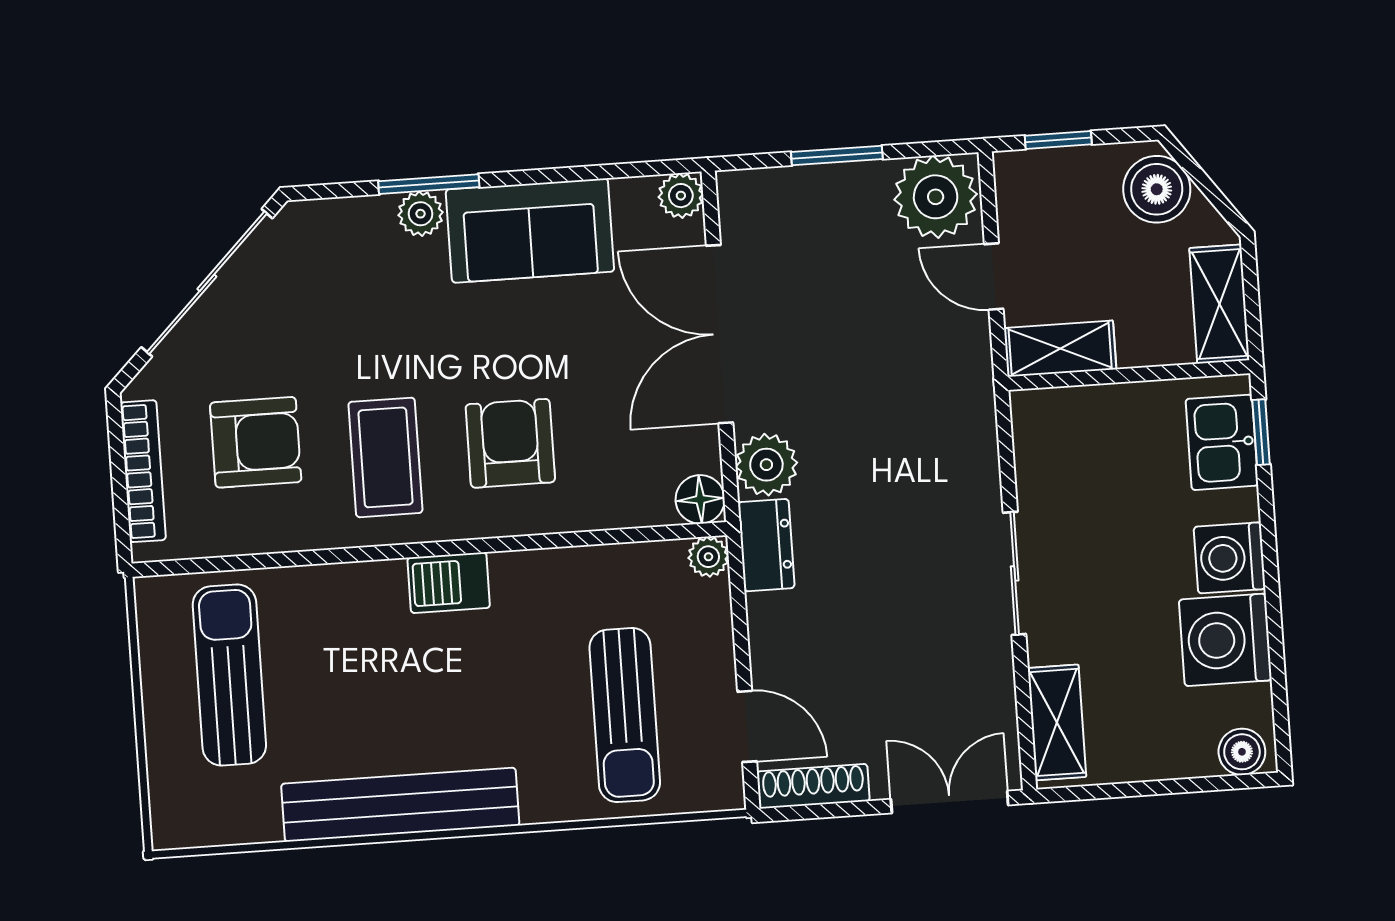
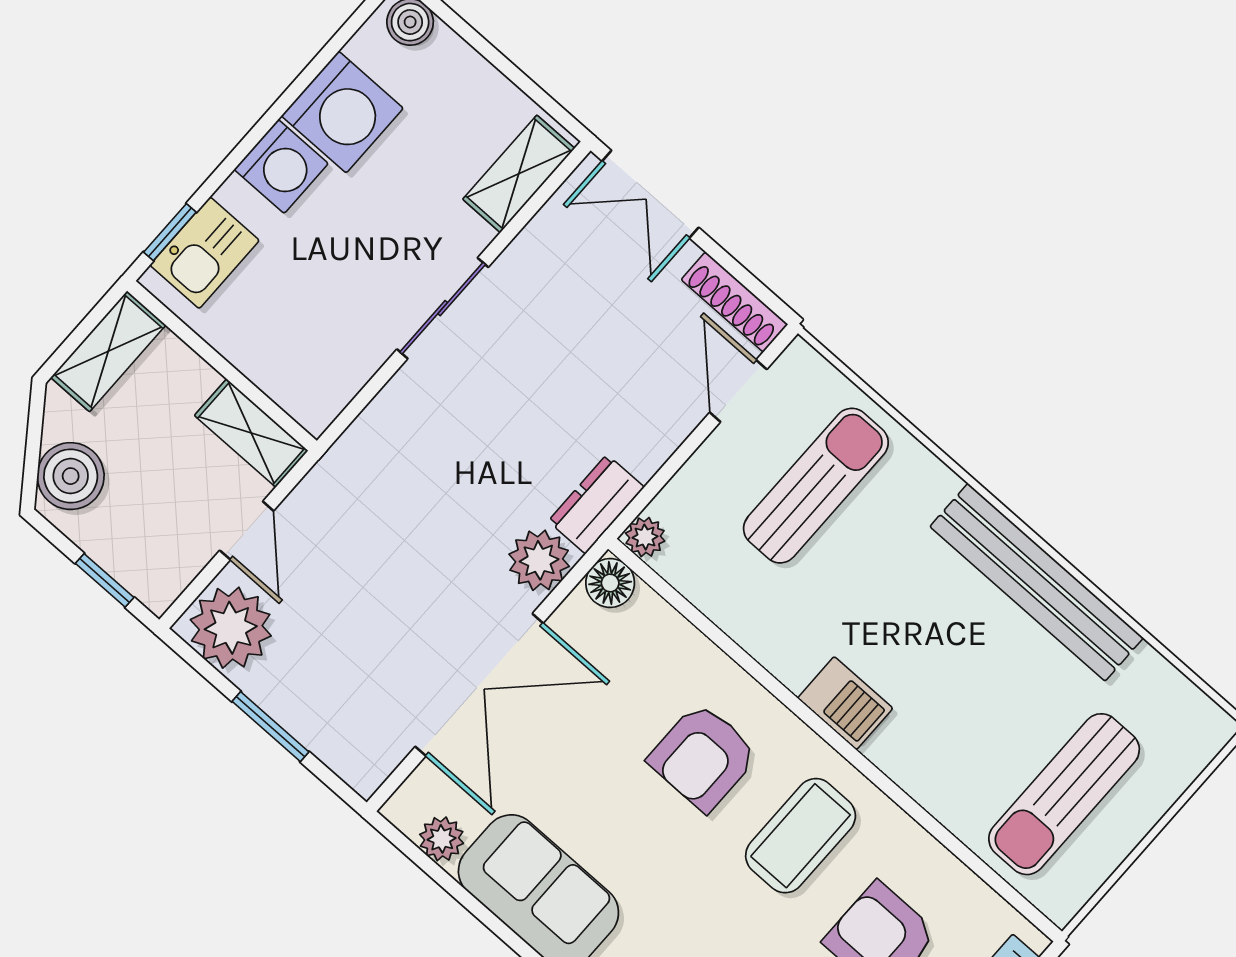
plant: (681, 196) -> (442, 839), moved

